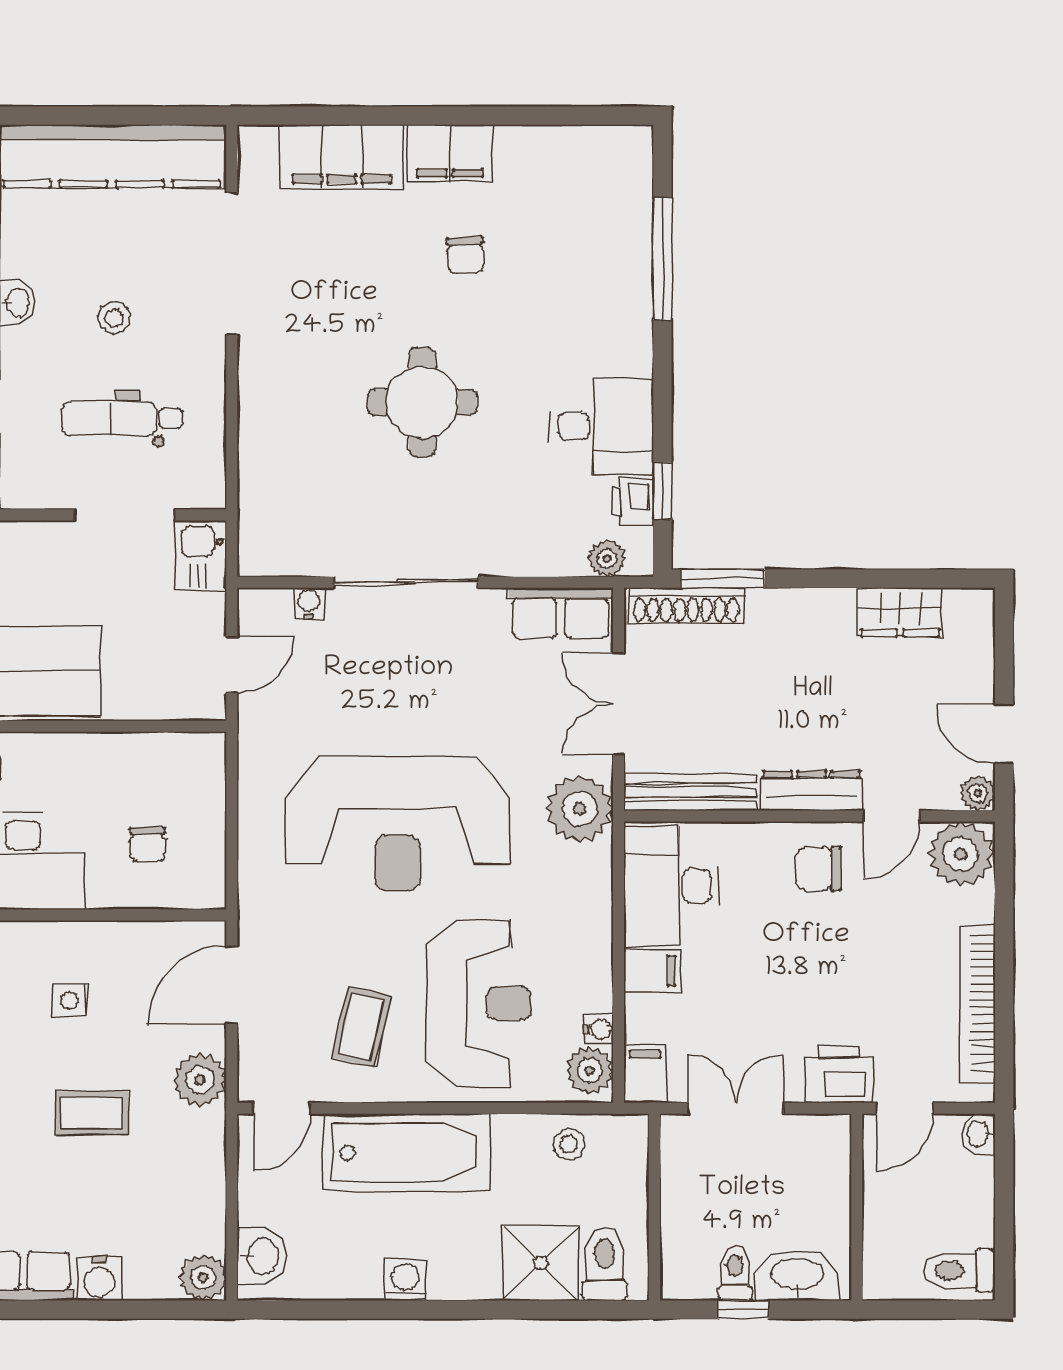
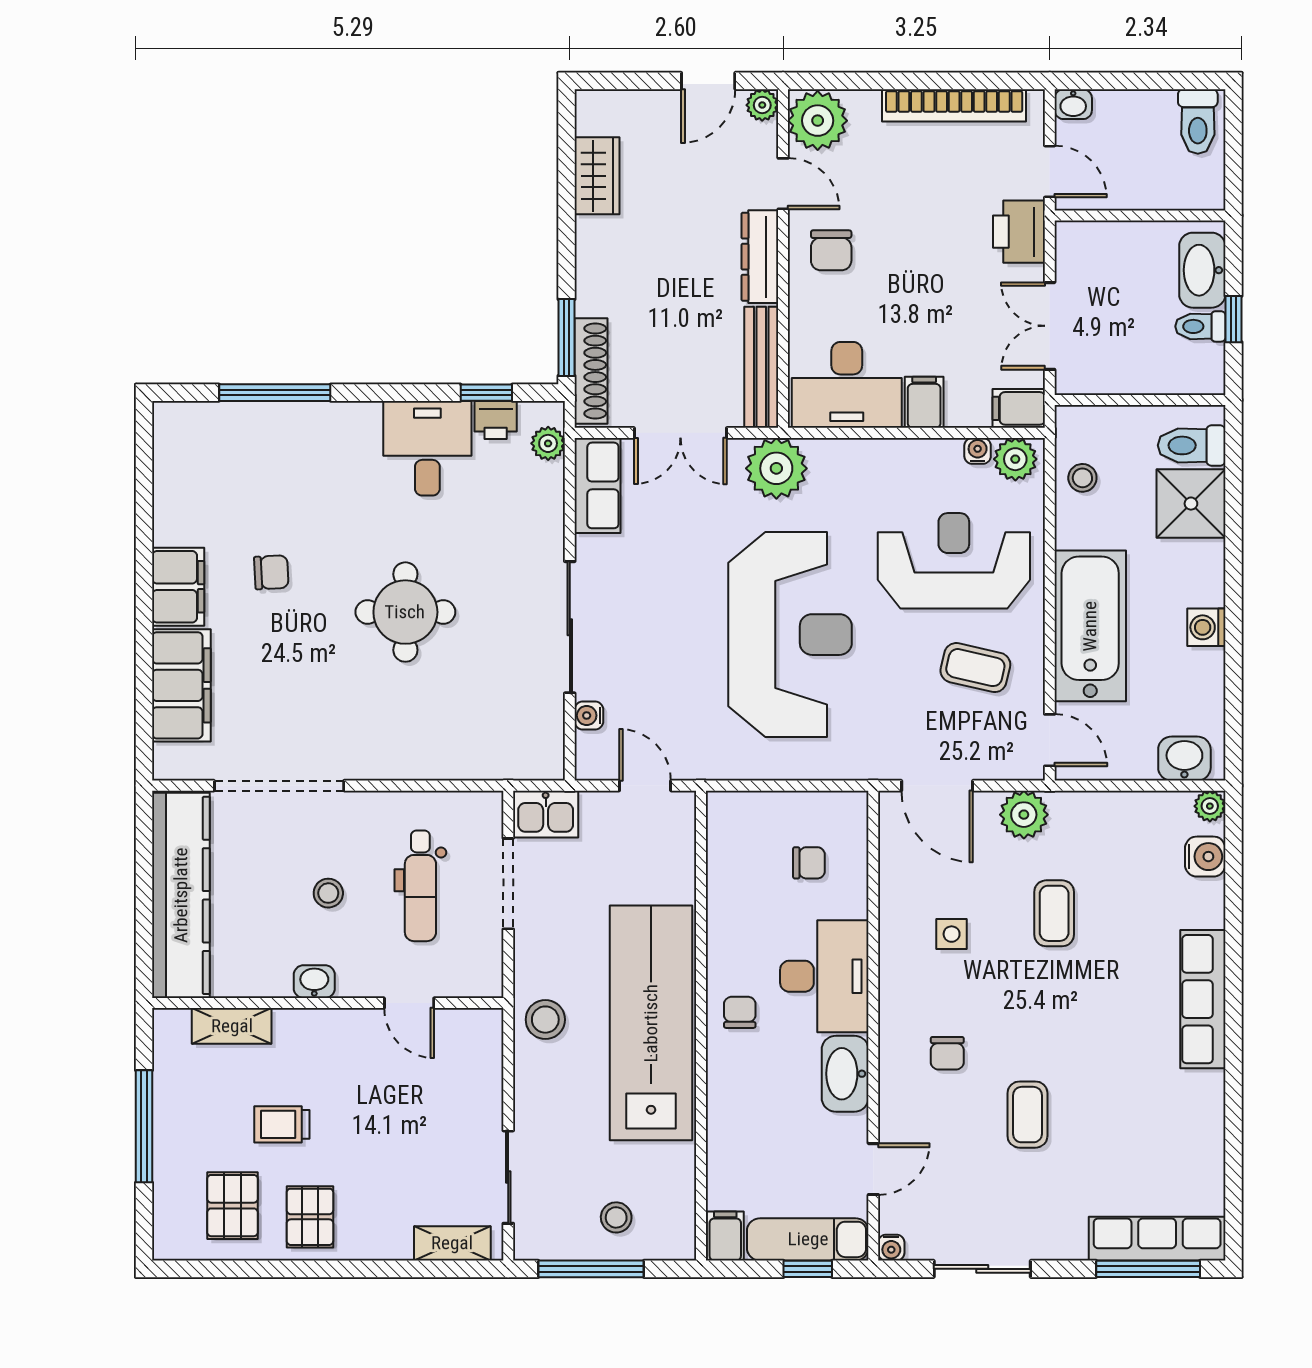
plant: (203, 1277) -> (1210, 806), width x0.73, depth x0.73
water cooler: (99, 1279) -> (1205, 857), moved

